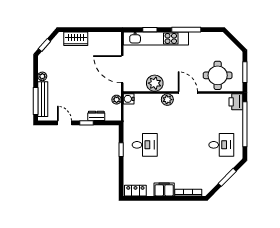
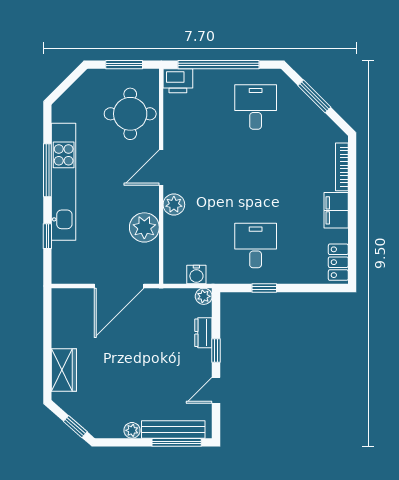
kitchen unit: (156, 38) -> (64, 182), moved
water cooler: (129, 99) -> (196, 274), moved
plant: (117, 100) -> (204, 296), moved

